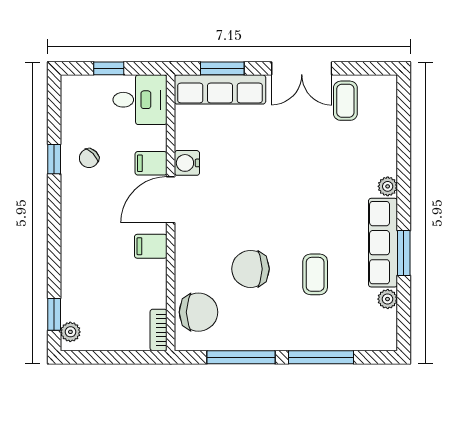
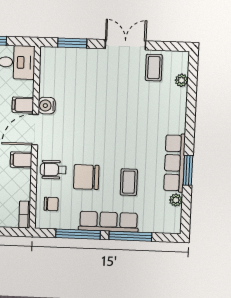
double door: (302, 68) -> (125, 45), swing flipped
row of seats: (220, 89) -> (108, 222), moved, turned 180
plant: (388, 186) -> (182, 80), moved
wheelchair: (200, 259) -> (53, 170), added
chair: (198, 312) -> (51, 204), width x0.54, depth x0.54

